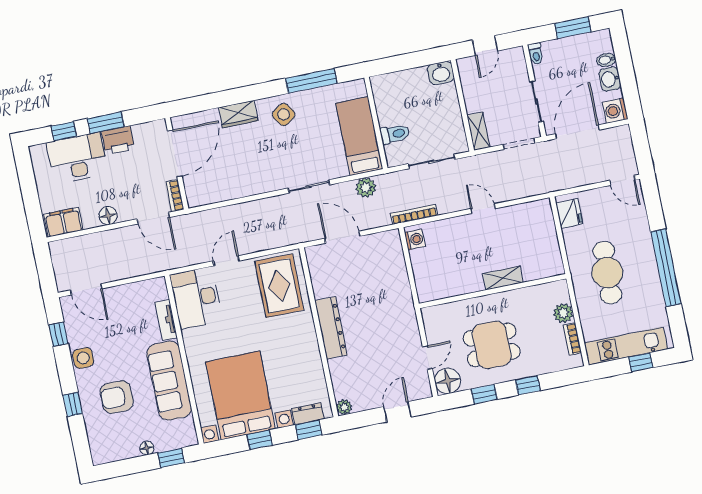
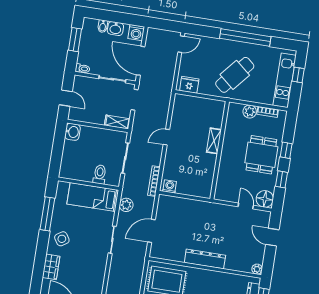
cafe table: (607, 273) -> (235, 75), turned -52
dining table: (492, 345) -> (261, 155), moved

